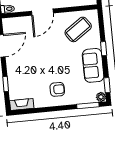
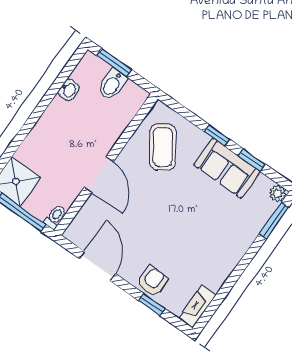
window: (107, 85) -> (252, 160), moved
armchair: (57, 89) -> (152, 281), moved

